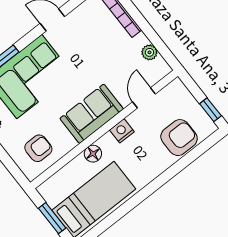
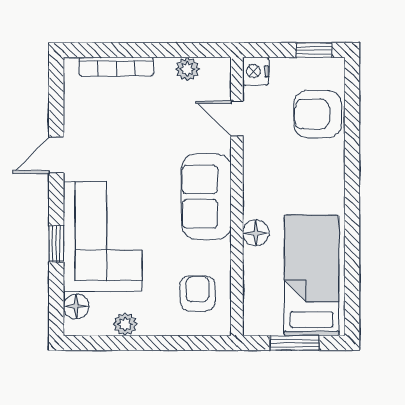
nightstand: (122, 131) -> (256, 71), moved
armchair: (179, 138) -> (318, 114), turned -90

